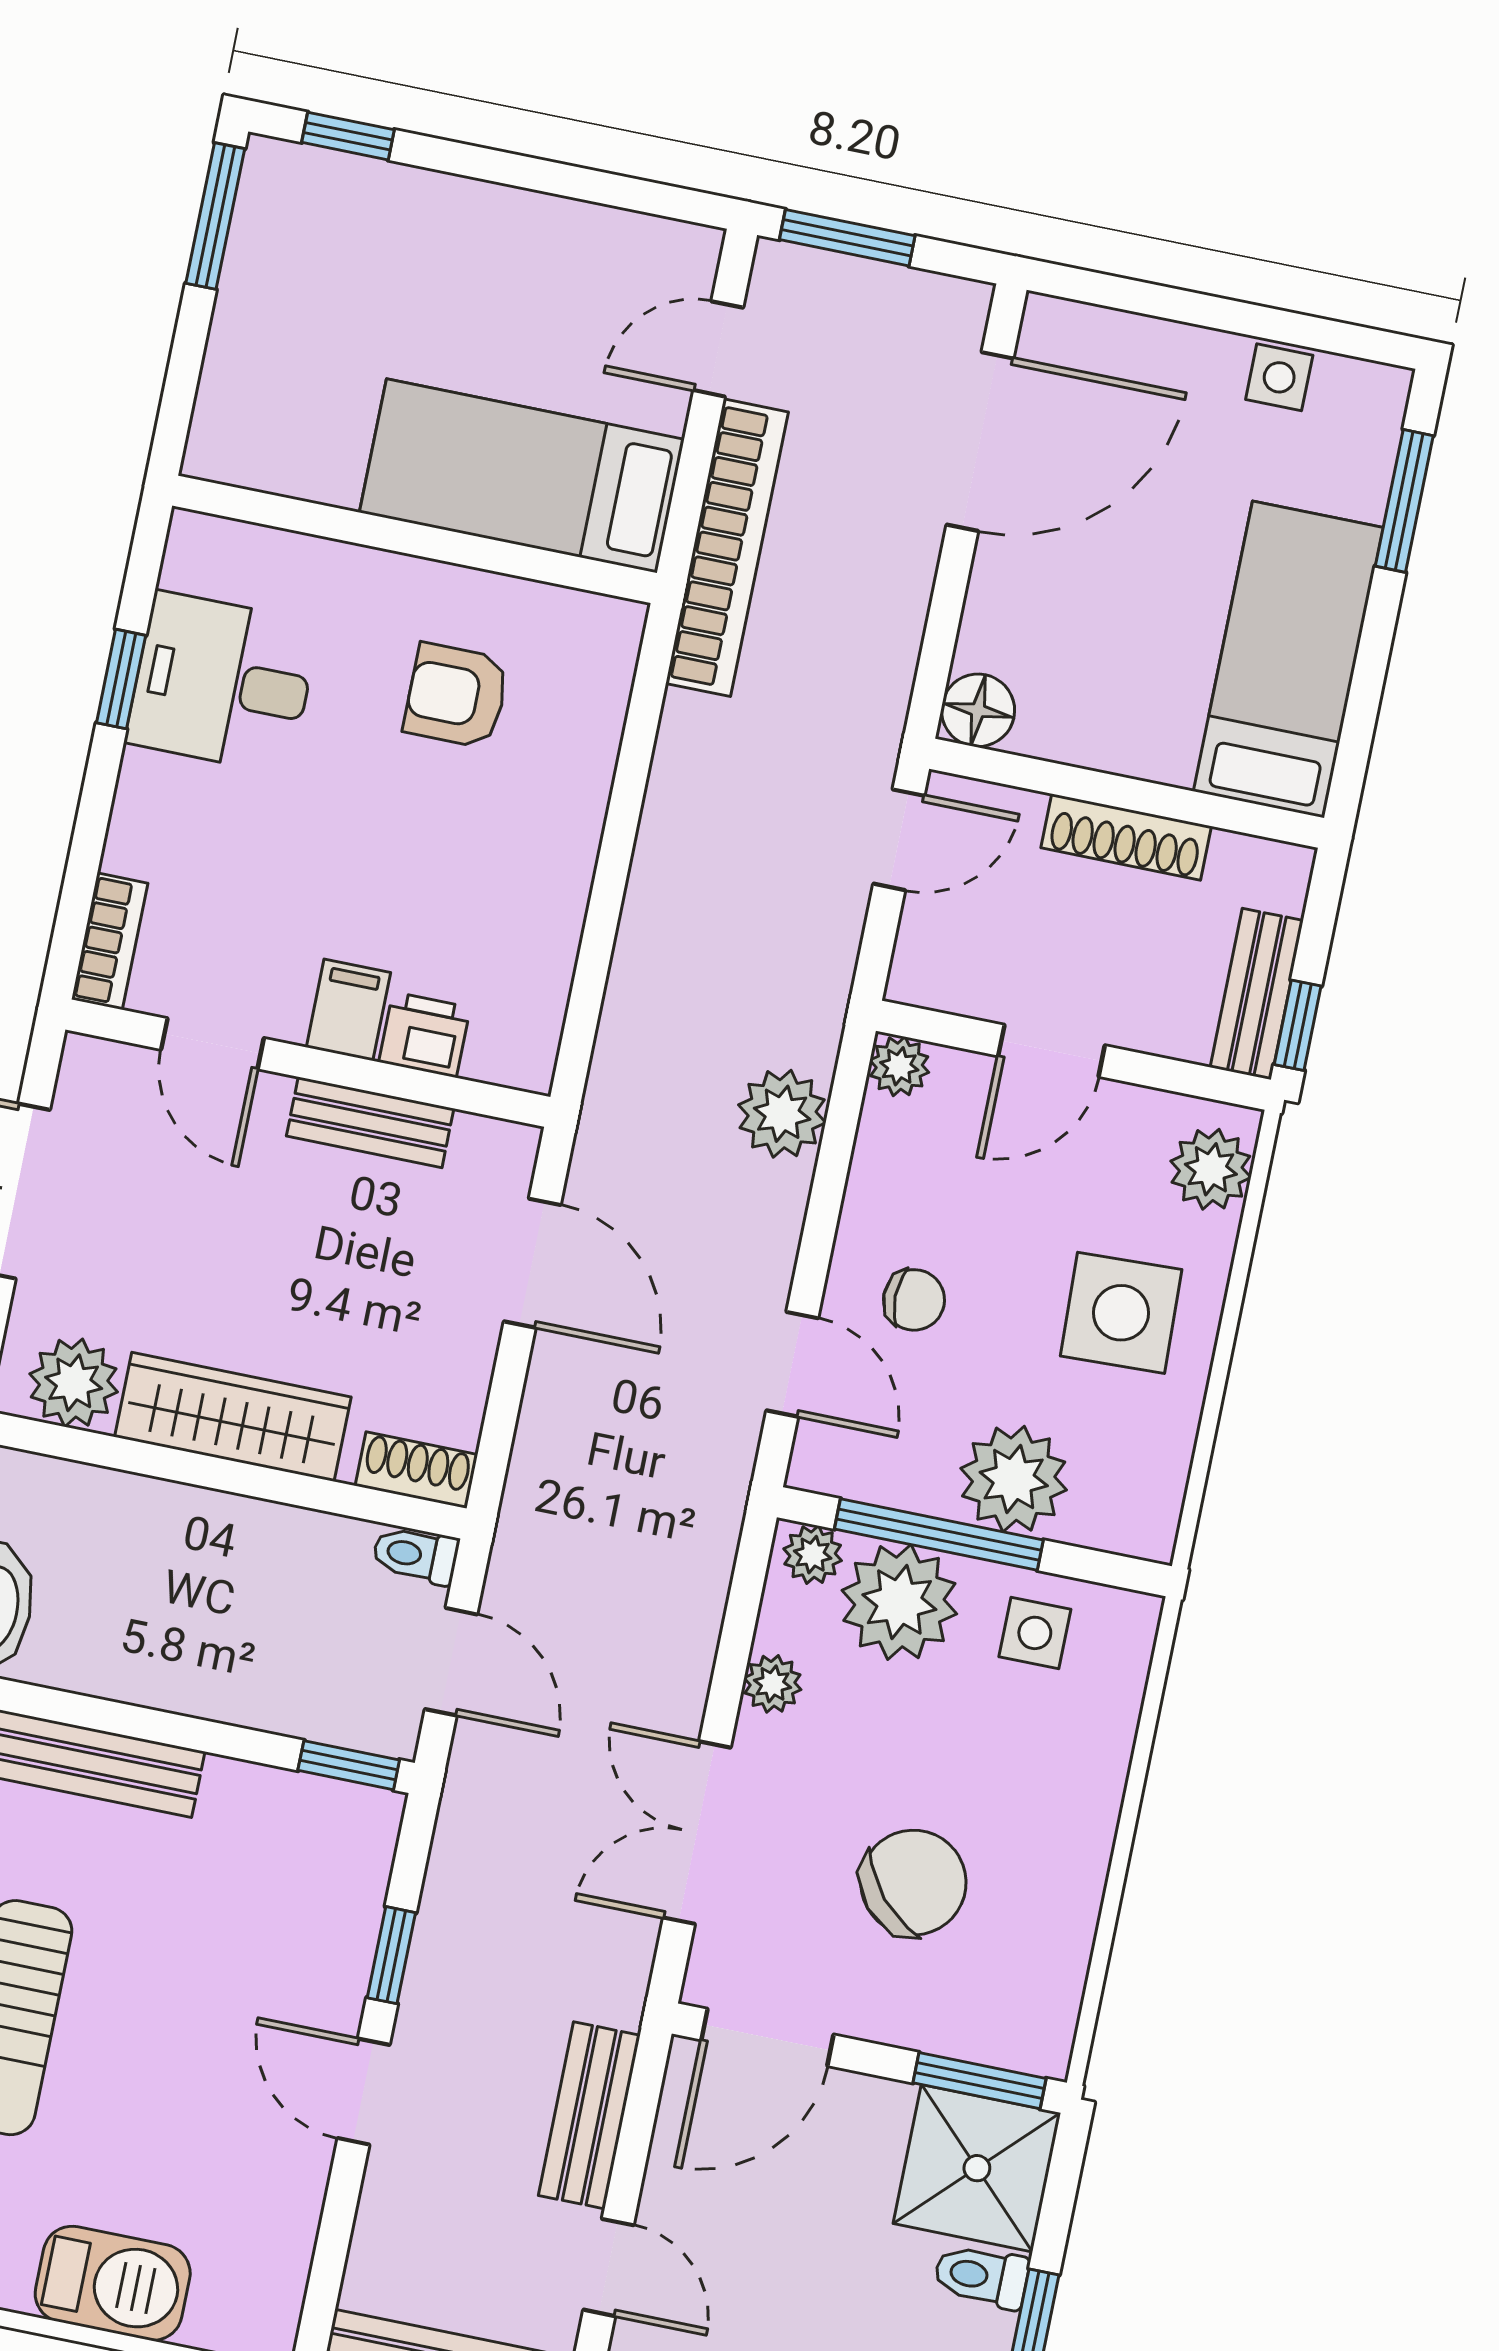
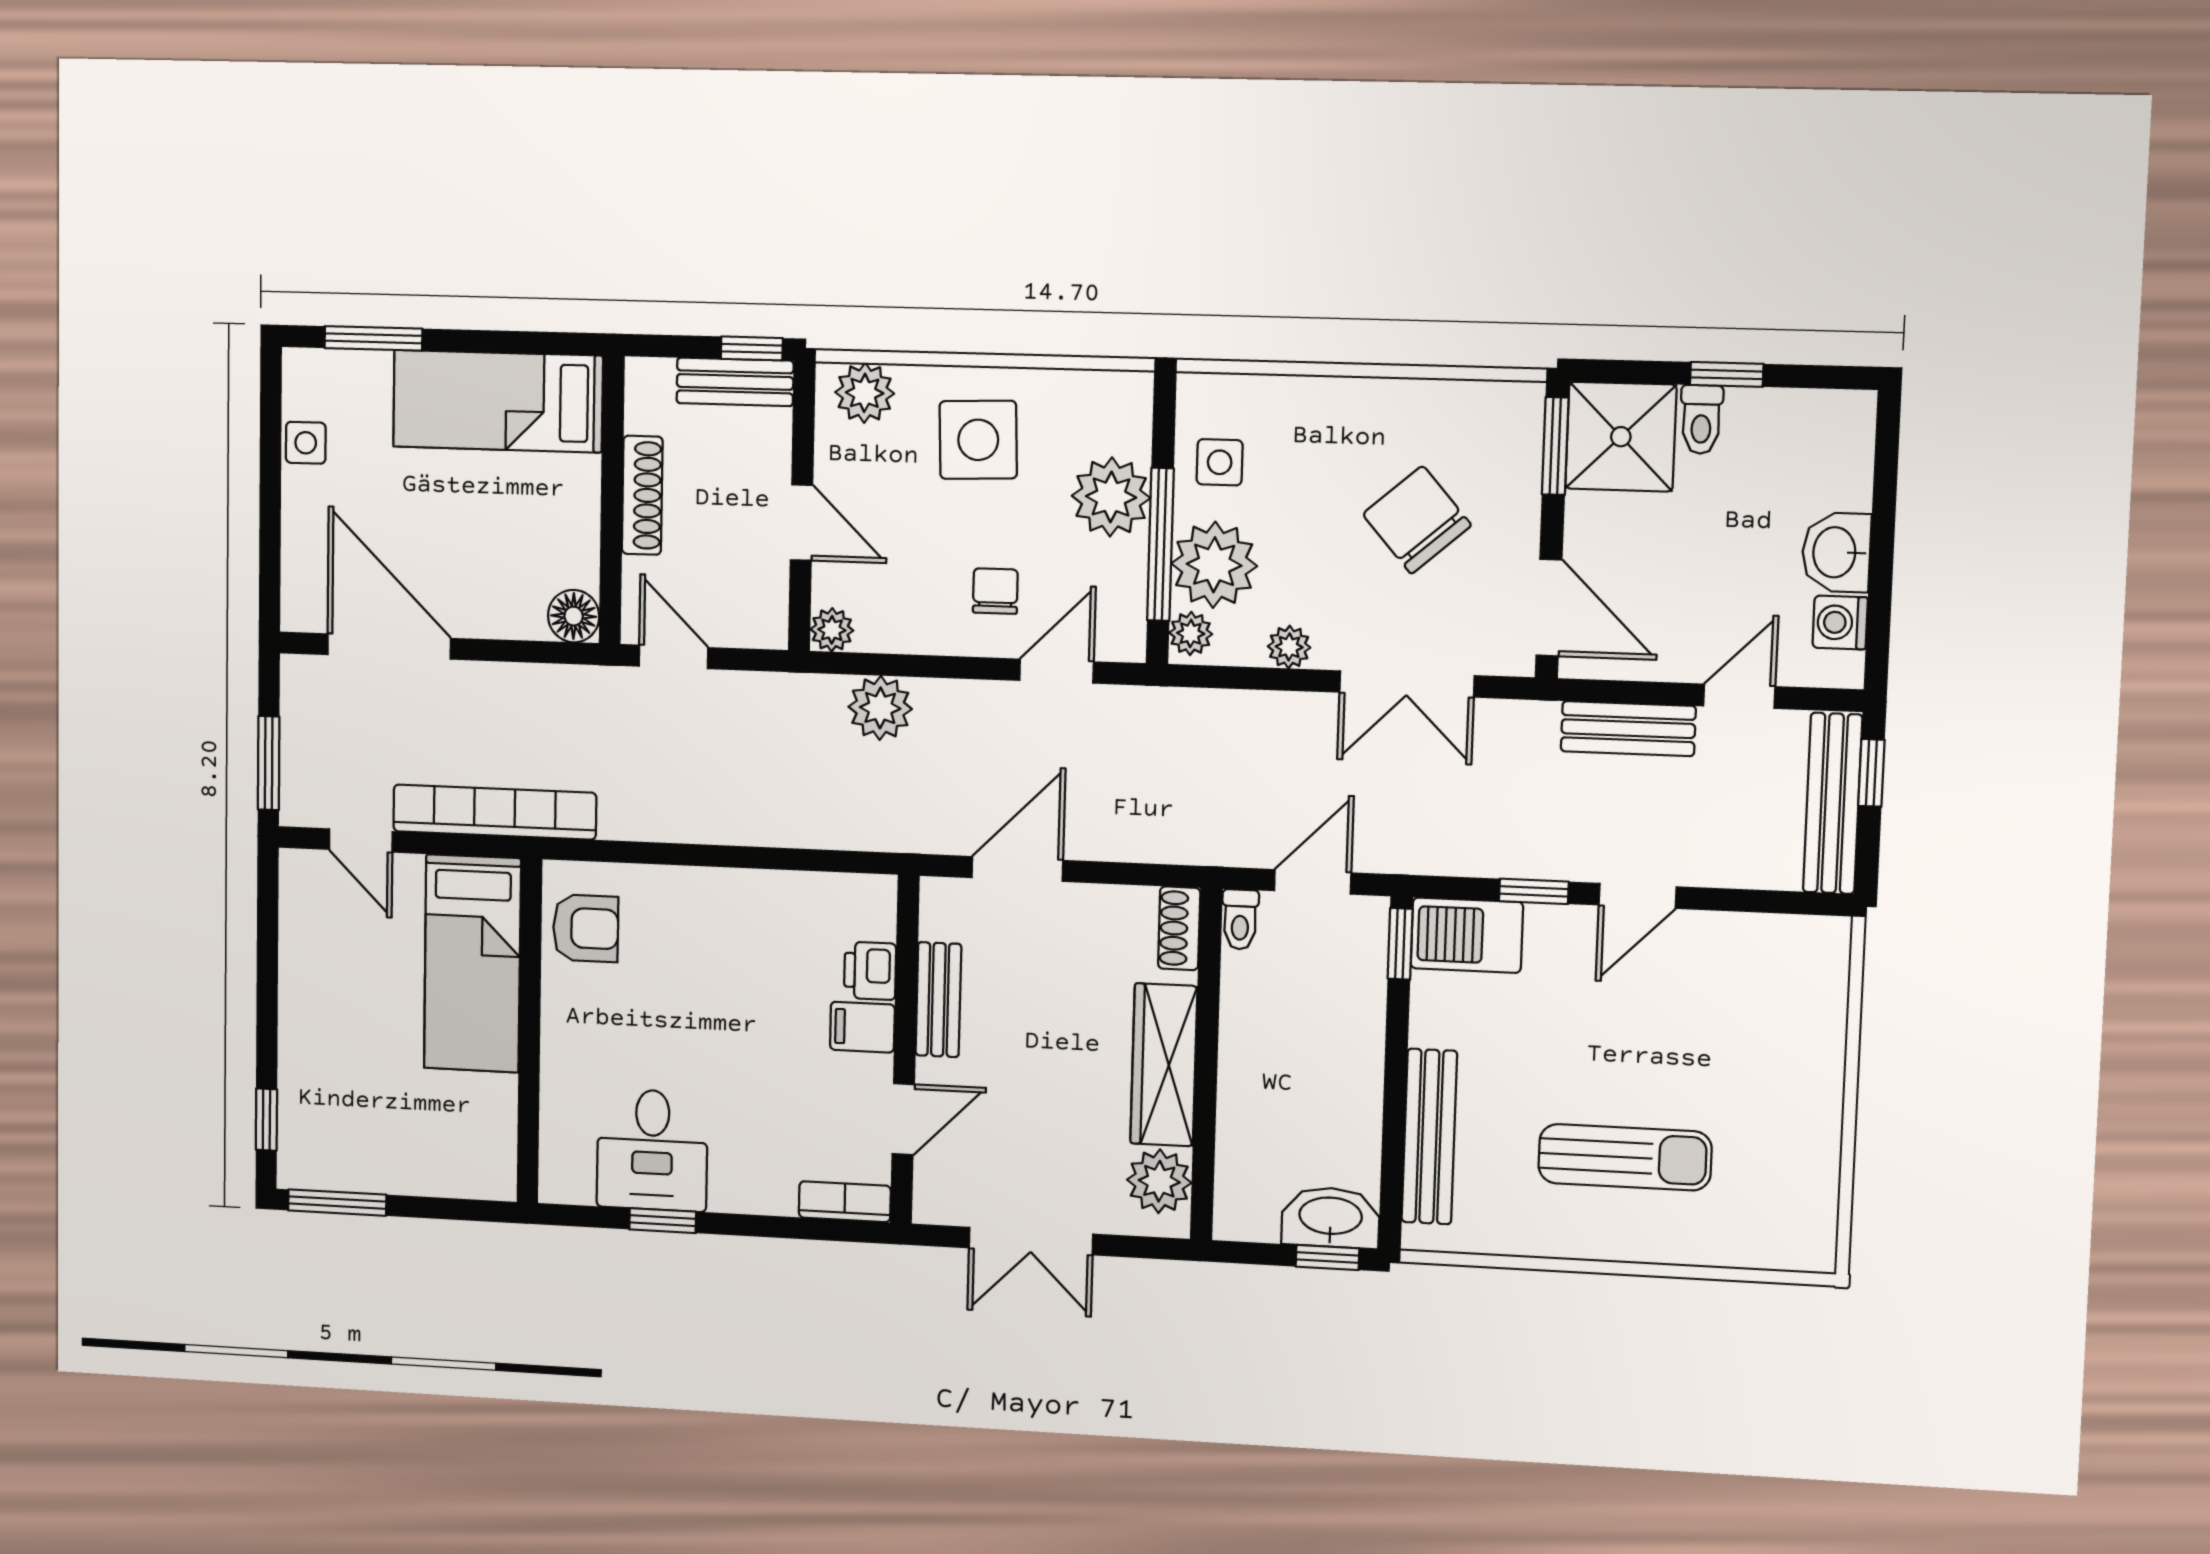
armchair: (456, 696) -> (586, 928), moved, turned -90
barbecue: (113, 2283) -> (1467, 935), moved, turned -90

